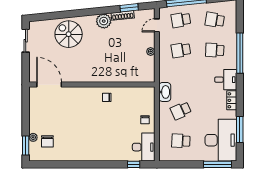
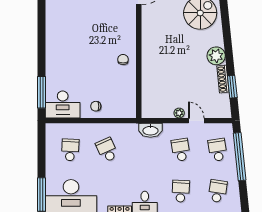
door: (157, 25) -> (196, 121), moved
washbasin: (165, 92) -> (150, 130), moved
window: (134, 164) -> (42, 92), width x2.17

